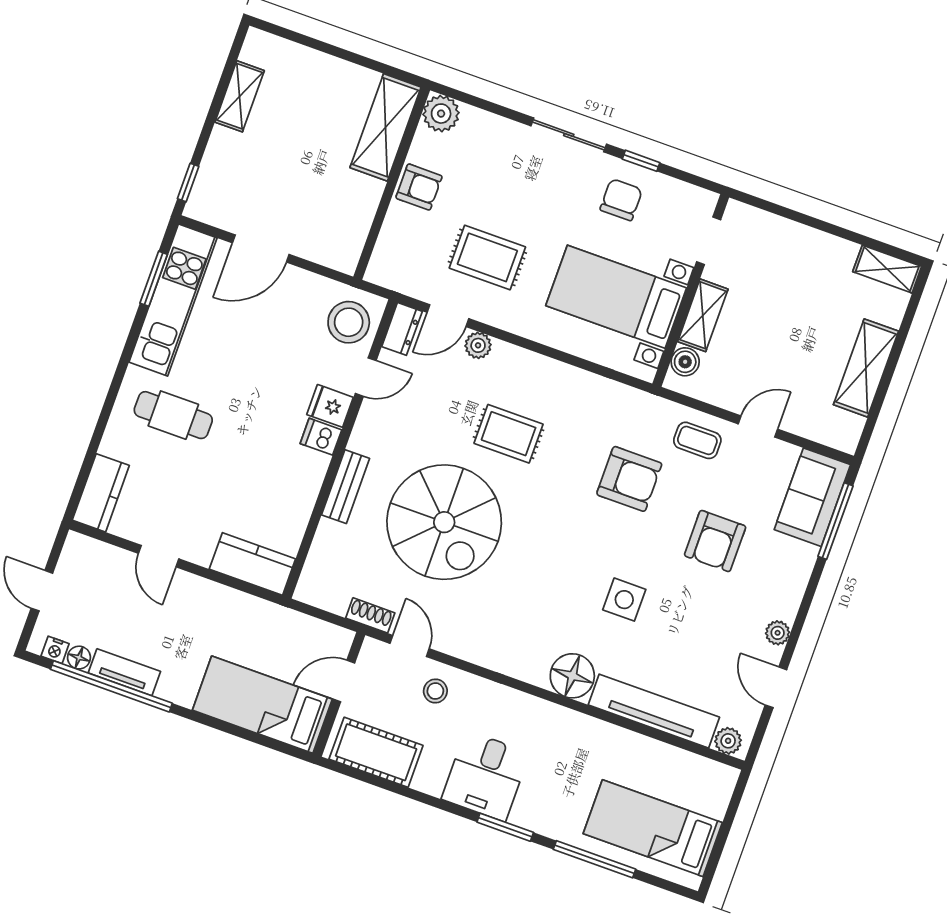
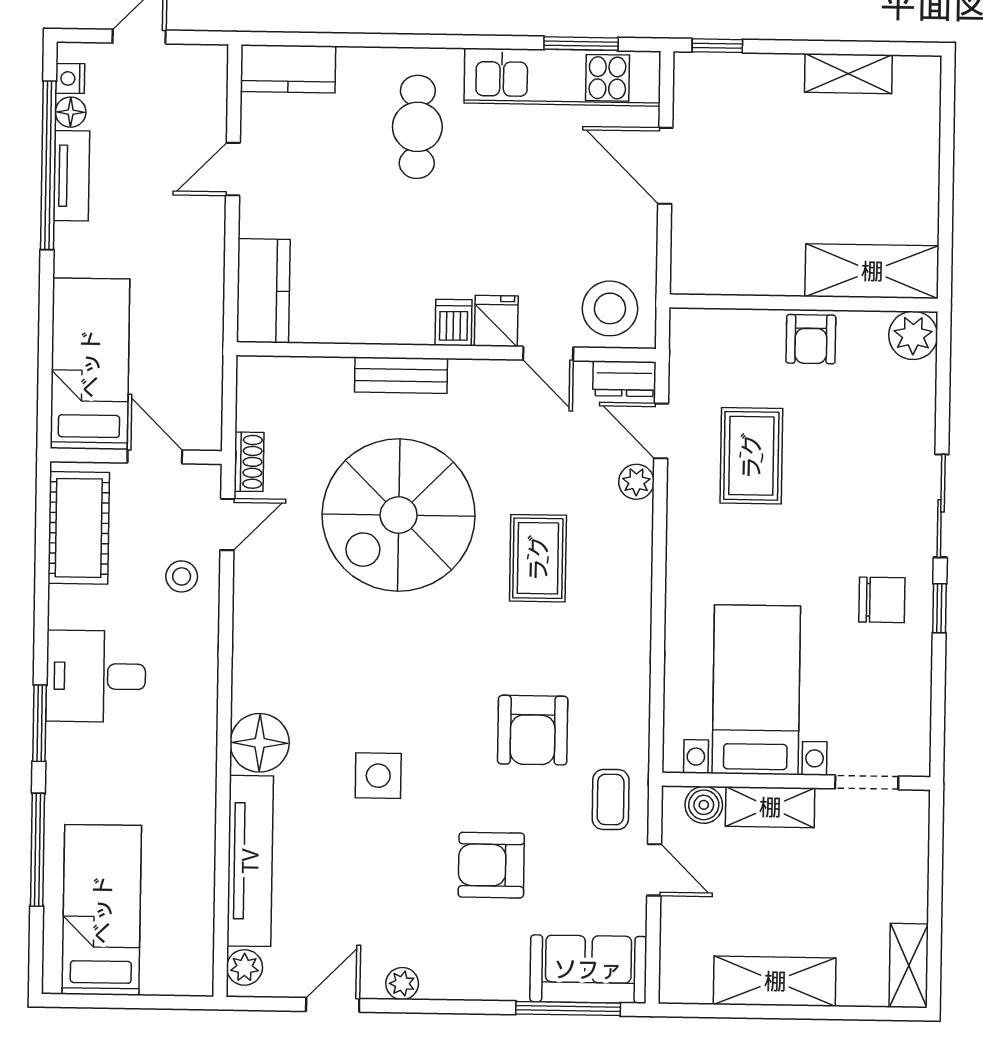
doorway: (709, 241) -> (867, 782), moved
wall: (691, 291) -> (796, 781), moved
bed with nightstands: (616, 297) -> (756, 690), moved
shelving: (703, 315) -> (770, 807), moved
boiler: (685, 362) -> (704, 805), moved

